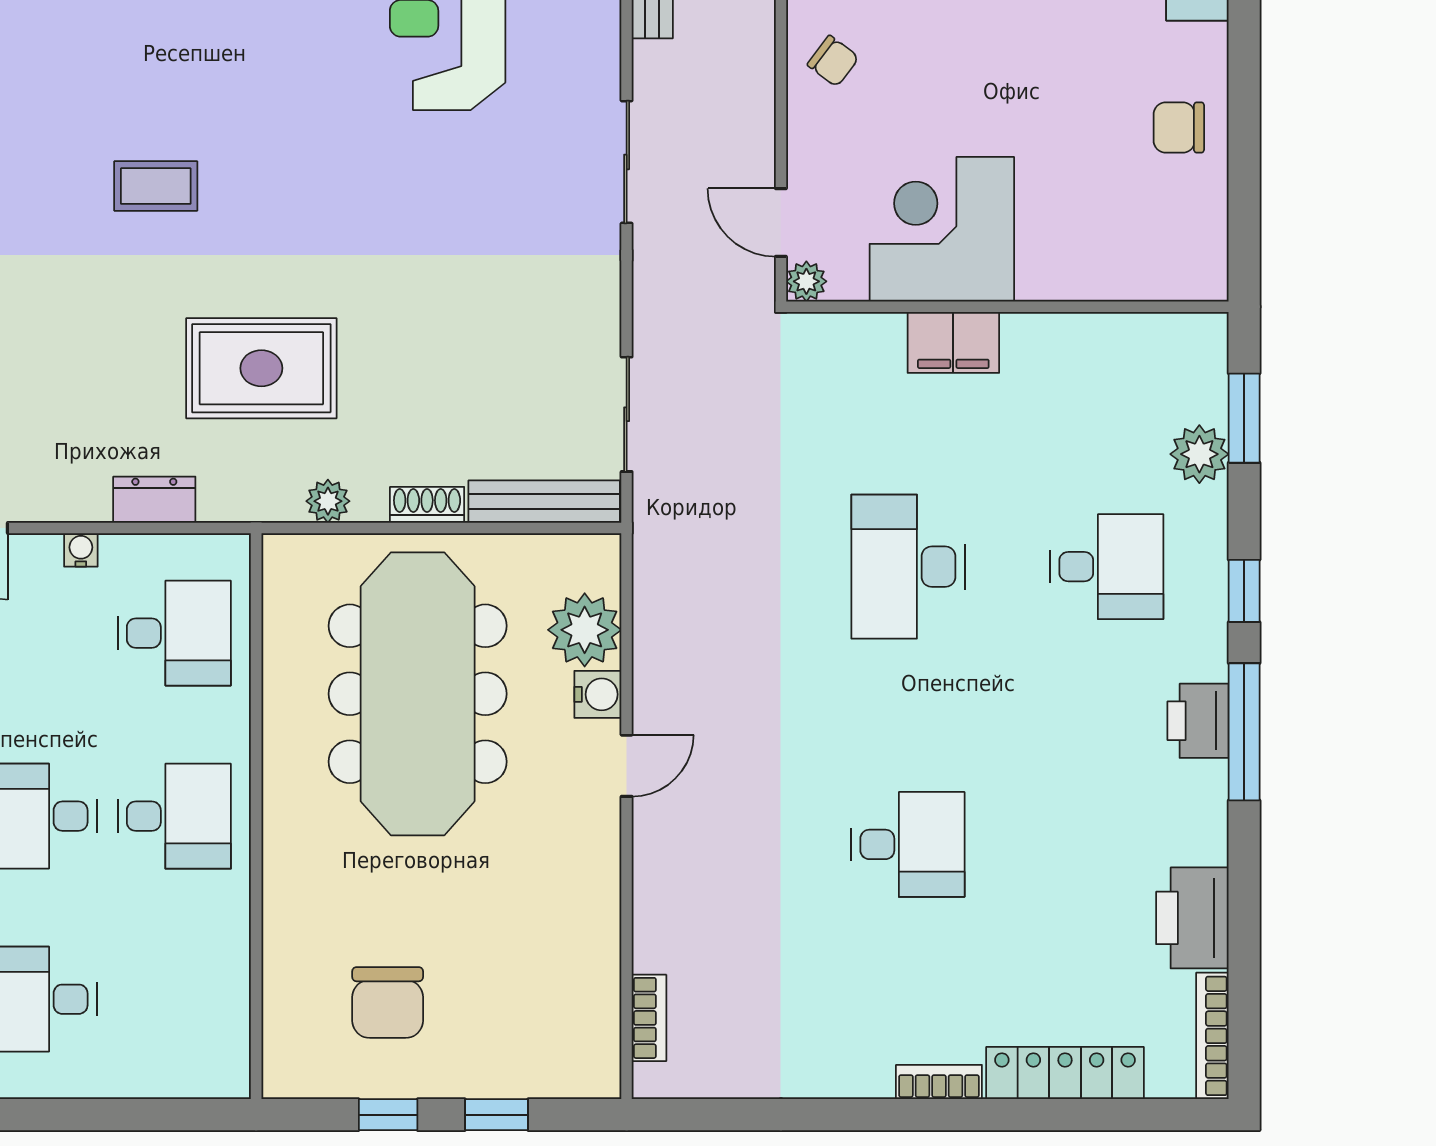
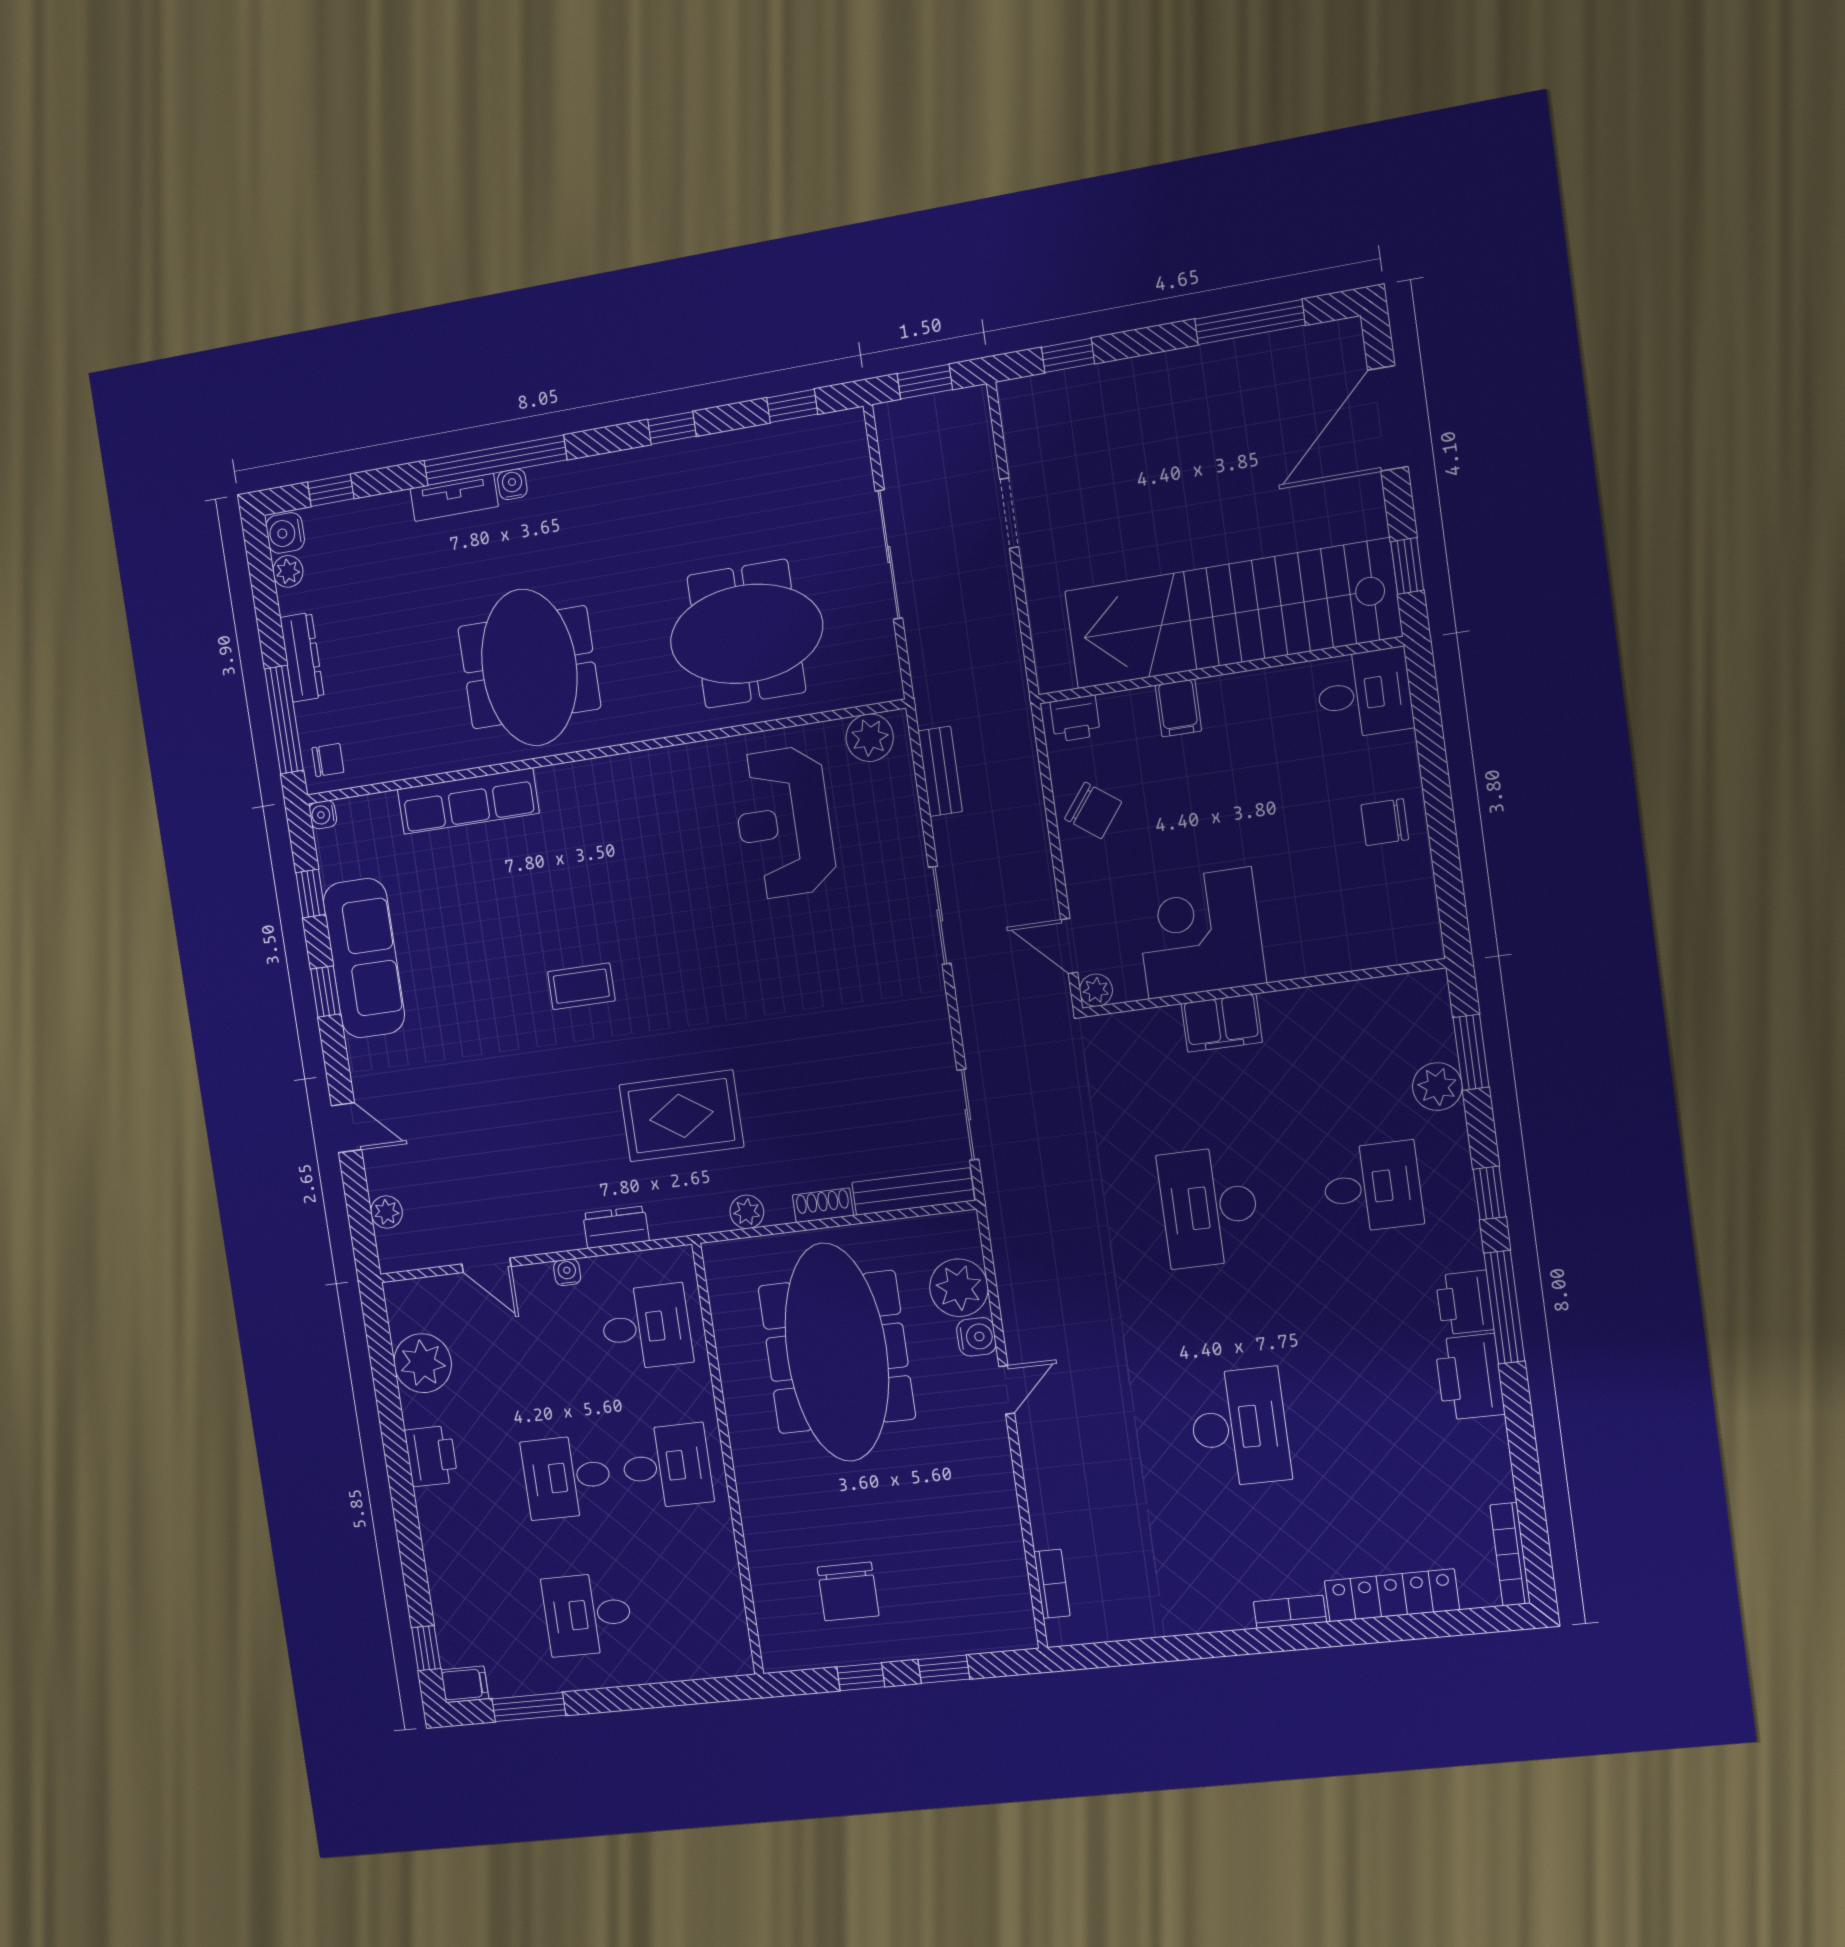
chair: (833, 61) -> (1093, 810), width x1.37, depth x1.37
desk: (908, 844) -> (1239, 1427), width x1.37
printer: (1192, 918) -> (1470, 1377), moved

